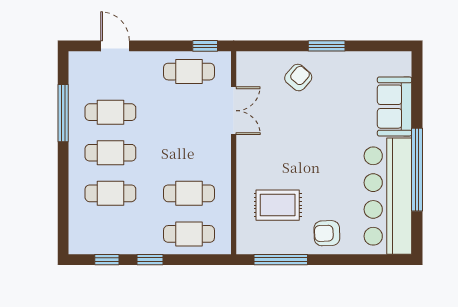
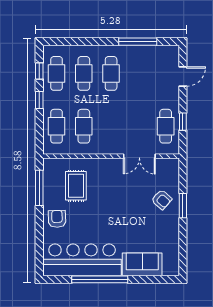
window: (205, 46) -> (183, 122), moved
window: (327, 46) -> (183, 206), moved
cafe table: (110, 112) -> (57, 73), moved

